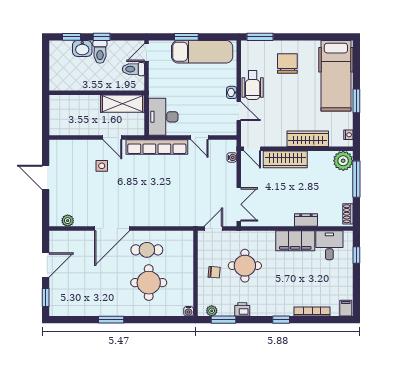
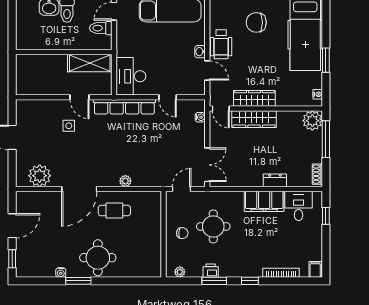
chair: (287, 64) -> (256, 22), turned -90
wardrobe: (308, 139) -> (254, 98), moved
plant: (68, 221) -> (40, 176), width x1.87, depth x1.87
plant: (158, 221) -> (125, 181), added
round table: (149, 283) -> (98, 258), moved
water cooler: (189, 311) -> (61, 273), moved
window: (224, 320) -> (214, 281), moved

